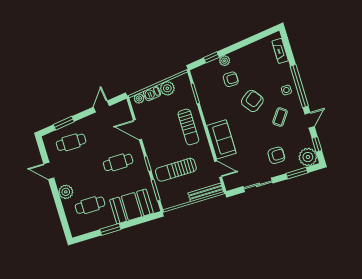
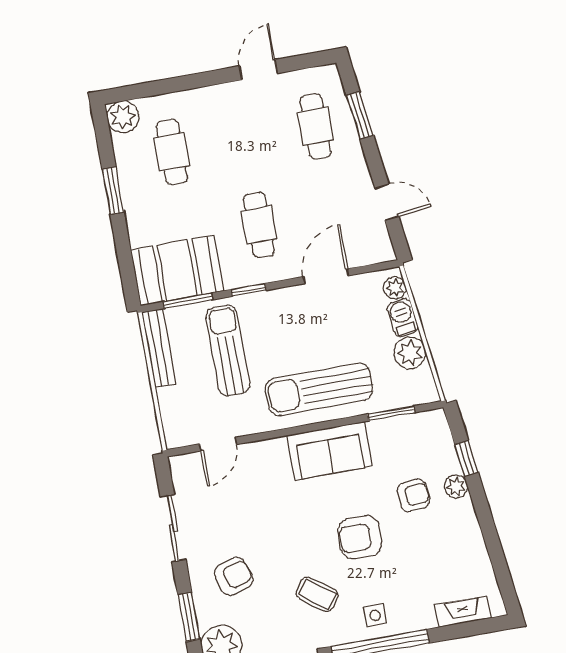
armchair: (231, 79) -> (413, 495), turned -95
armchair: (252, 101) -> (360, 537), turned 126
sun lounger: (188, 127) -> (319, 389), width x1.36, depth x1.34
sofa: (221, 139) -> (329, 451), moved
armchair: (276, 155) -> (234, 576), turned -108
plant: (66, 192) -> (123, 117), moved
bench: (206, 192) -> (159, 348), moved
booth: (131, 206) -> (177, 270), moved, turned 90

